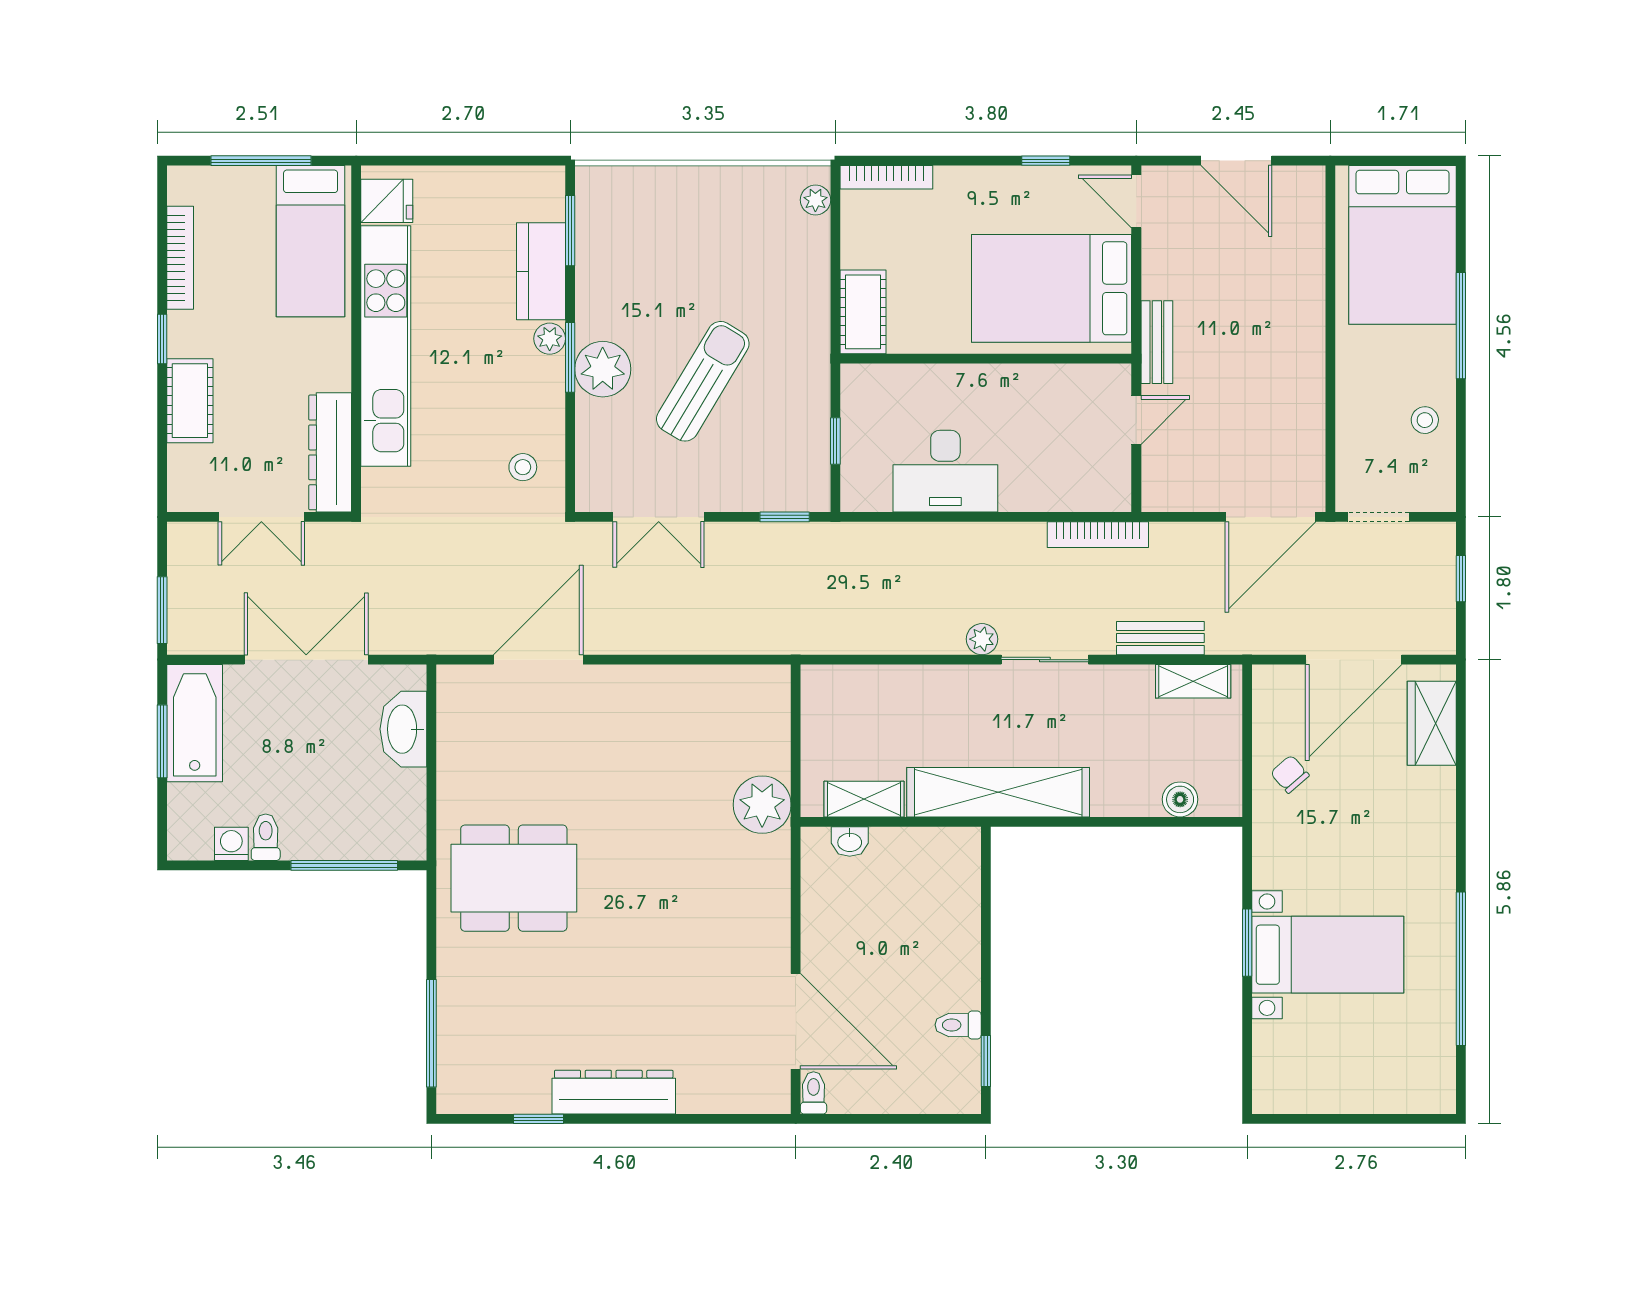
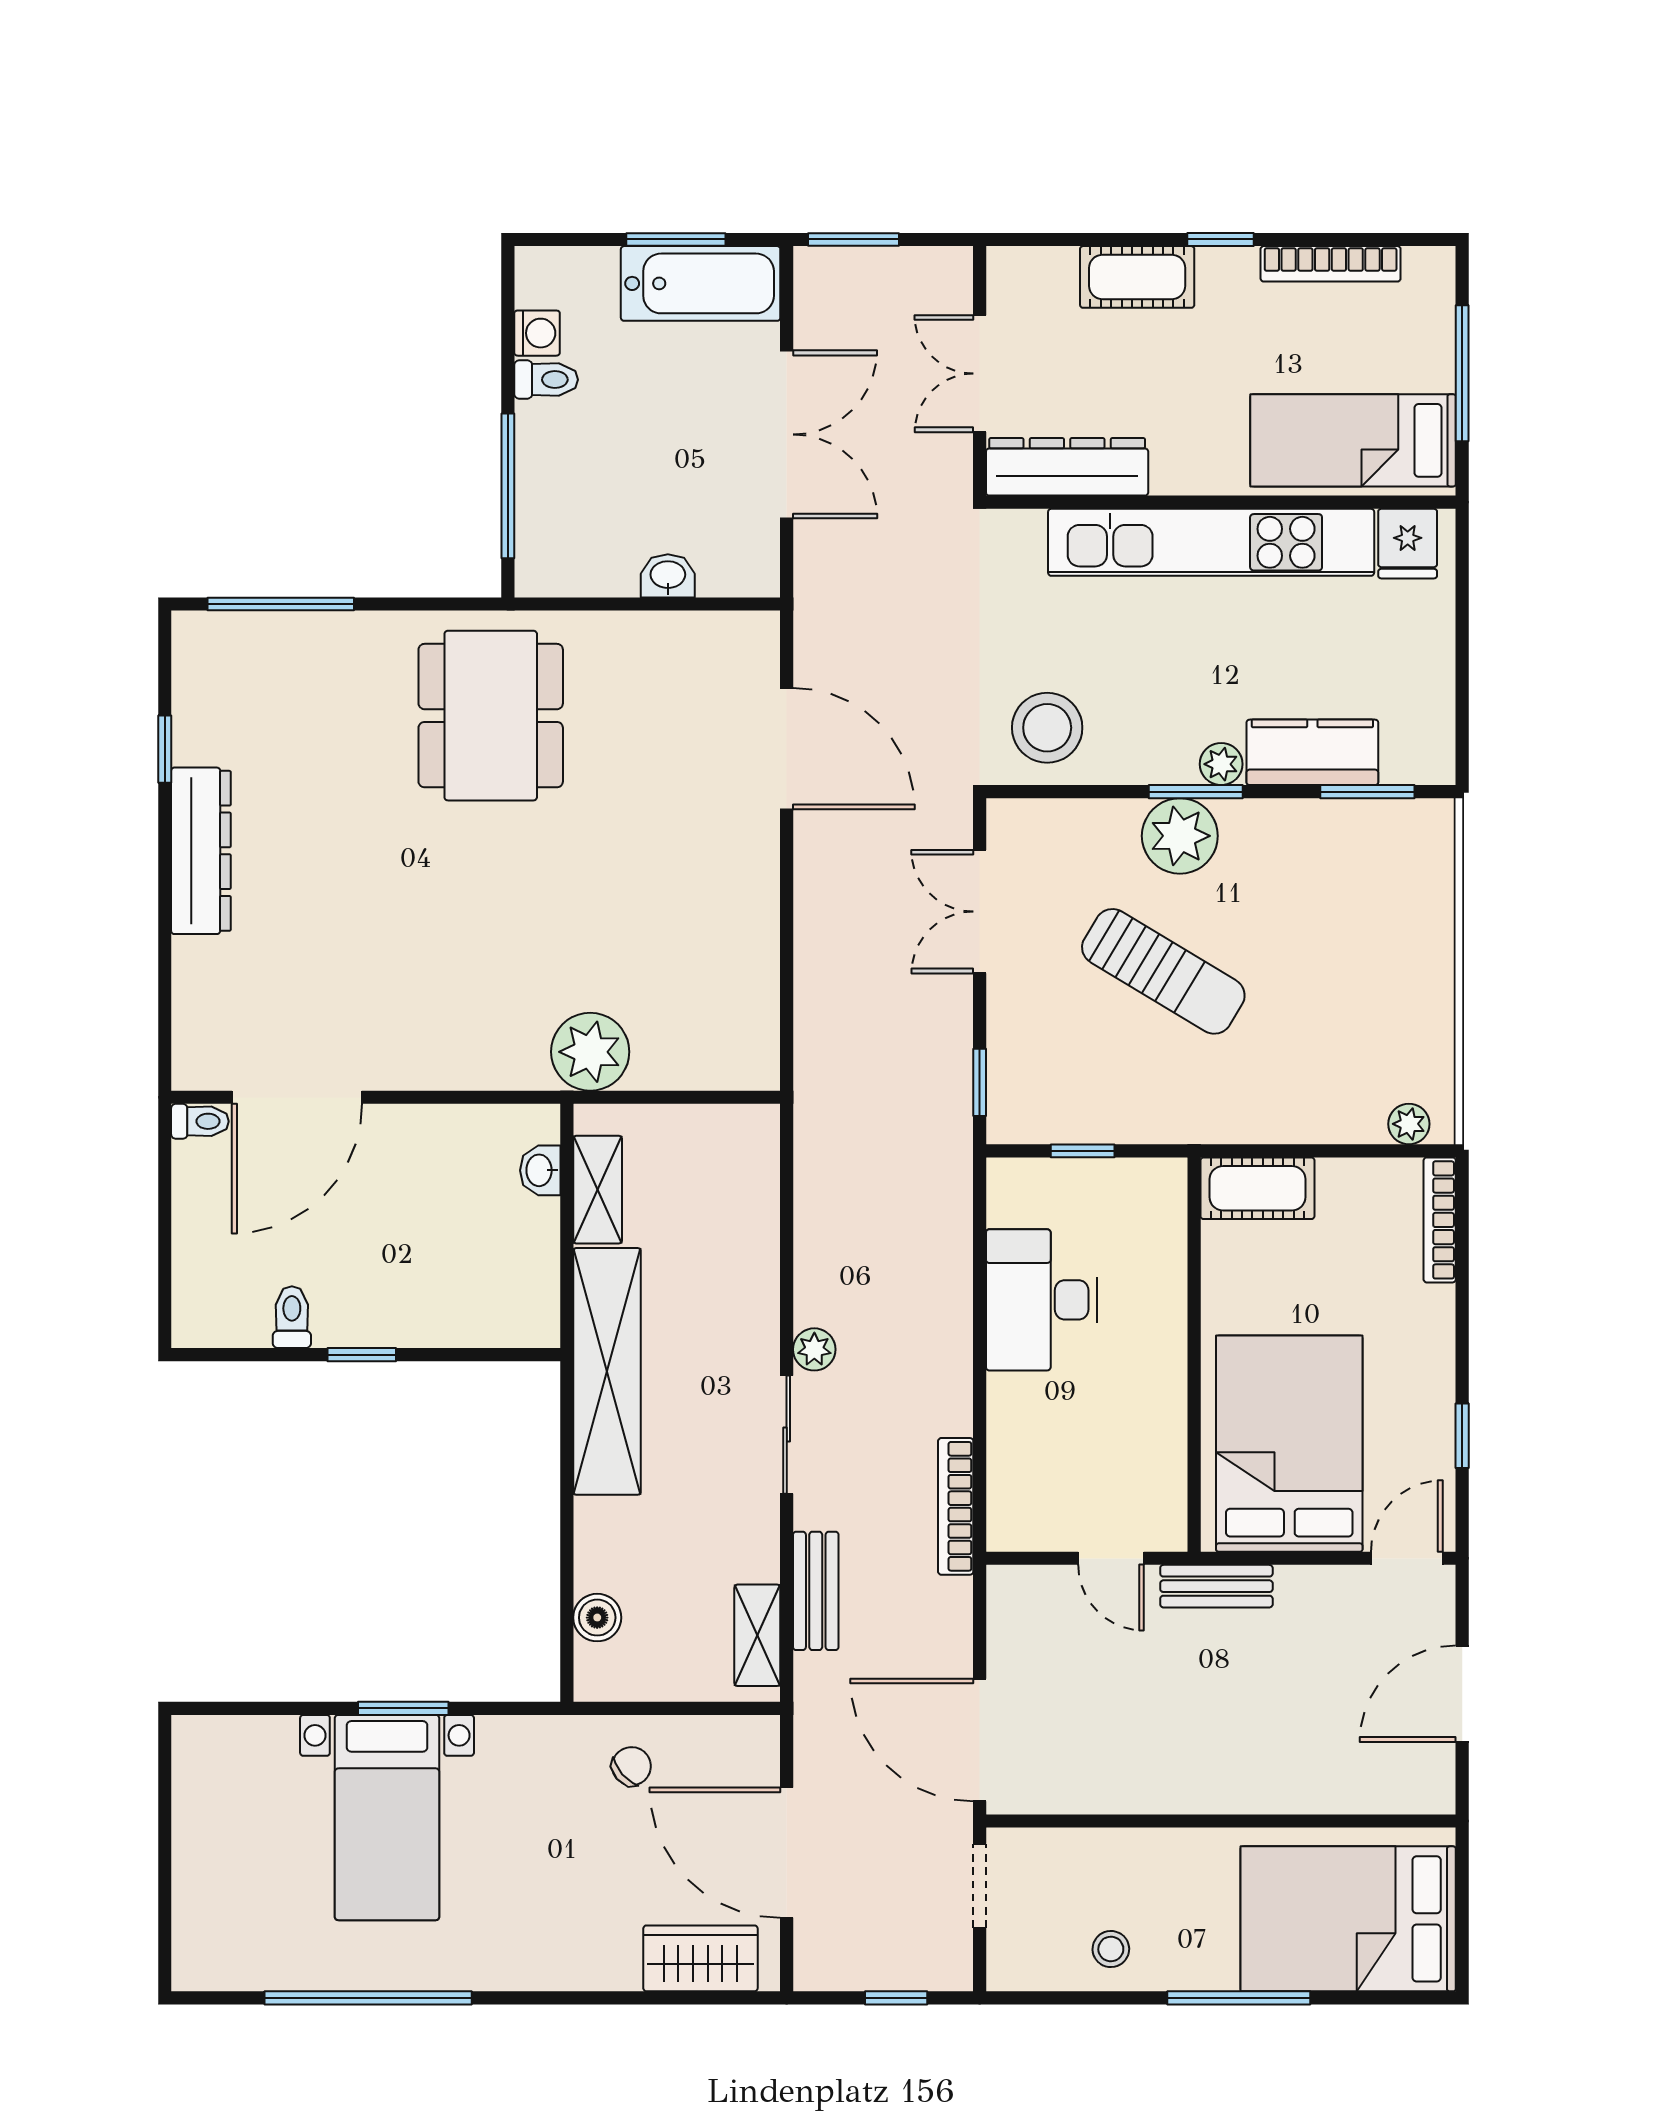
stool: (523, 467) -> (1047, 728), width x1.89, depth x1.89
washbasin: (403, 729) -> (668, 576), width x0.52, depth x0.69
window: (986, 1061) -> (362, 1355), moved

